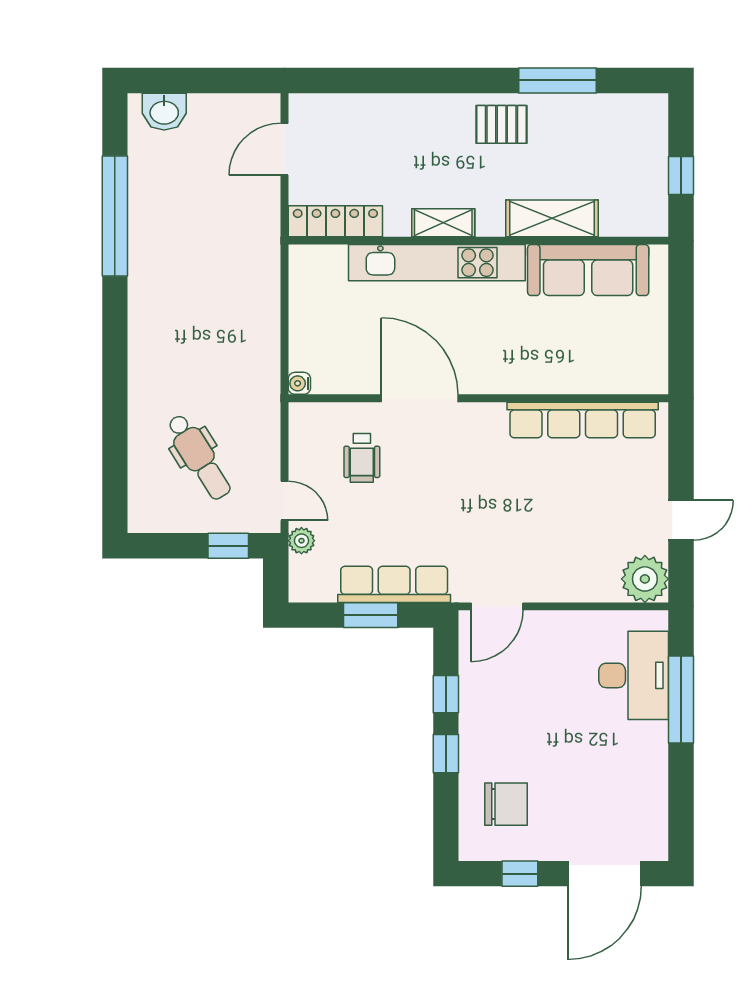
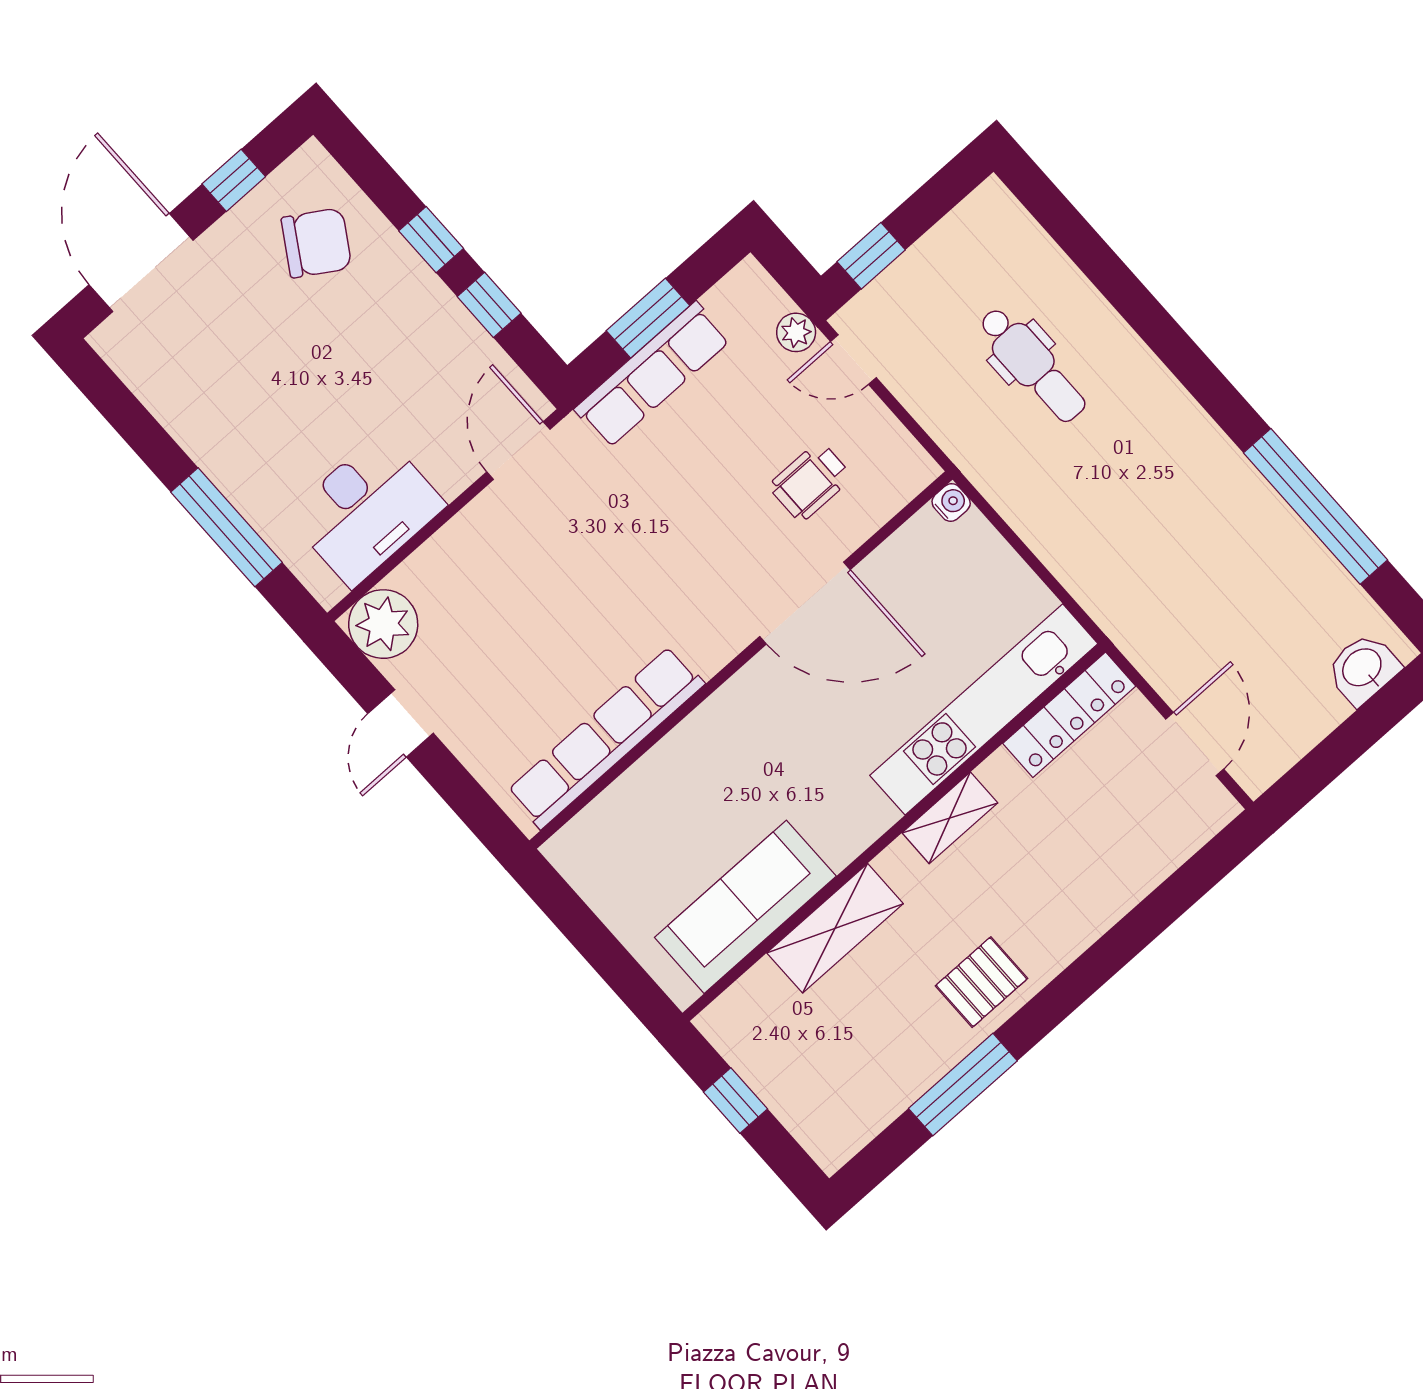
kitchen unit: (437, 263) -> (984, 709), moved
dental chair: (199, 457) -> (1032, 365), moved, turned -148
wheelchair: (362, 458) -> (810, 482), turned -90
desk: (634, 675) -> (366, 510), moved, turned -90
chair: (506, 804) -> (316, 243), turned -148

